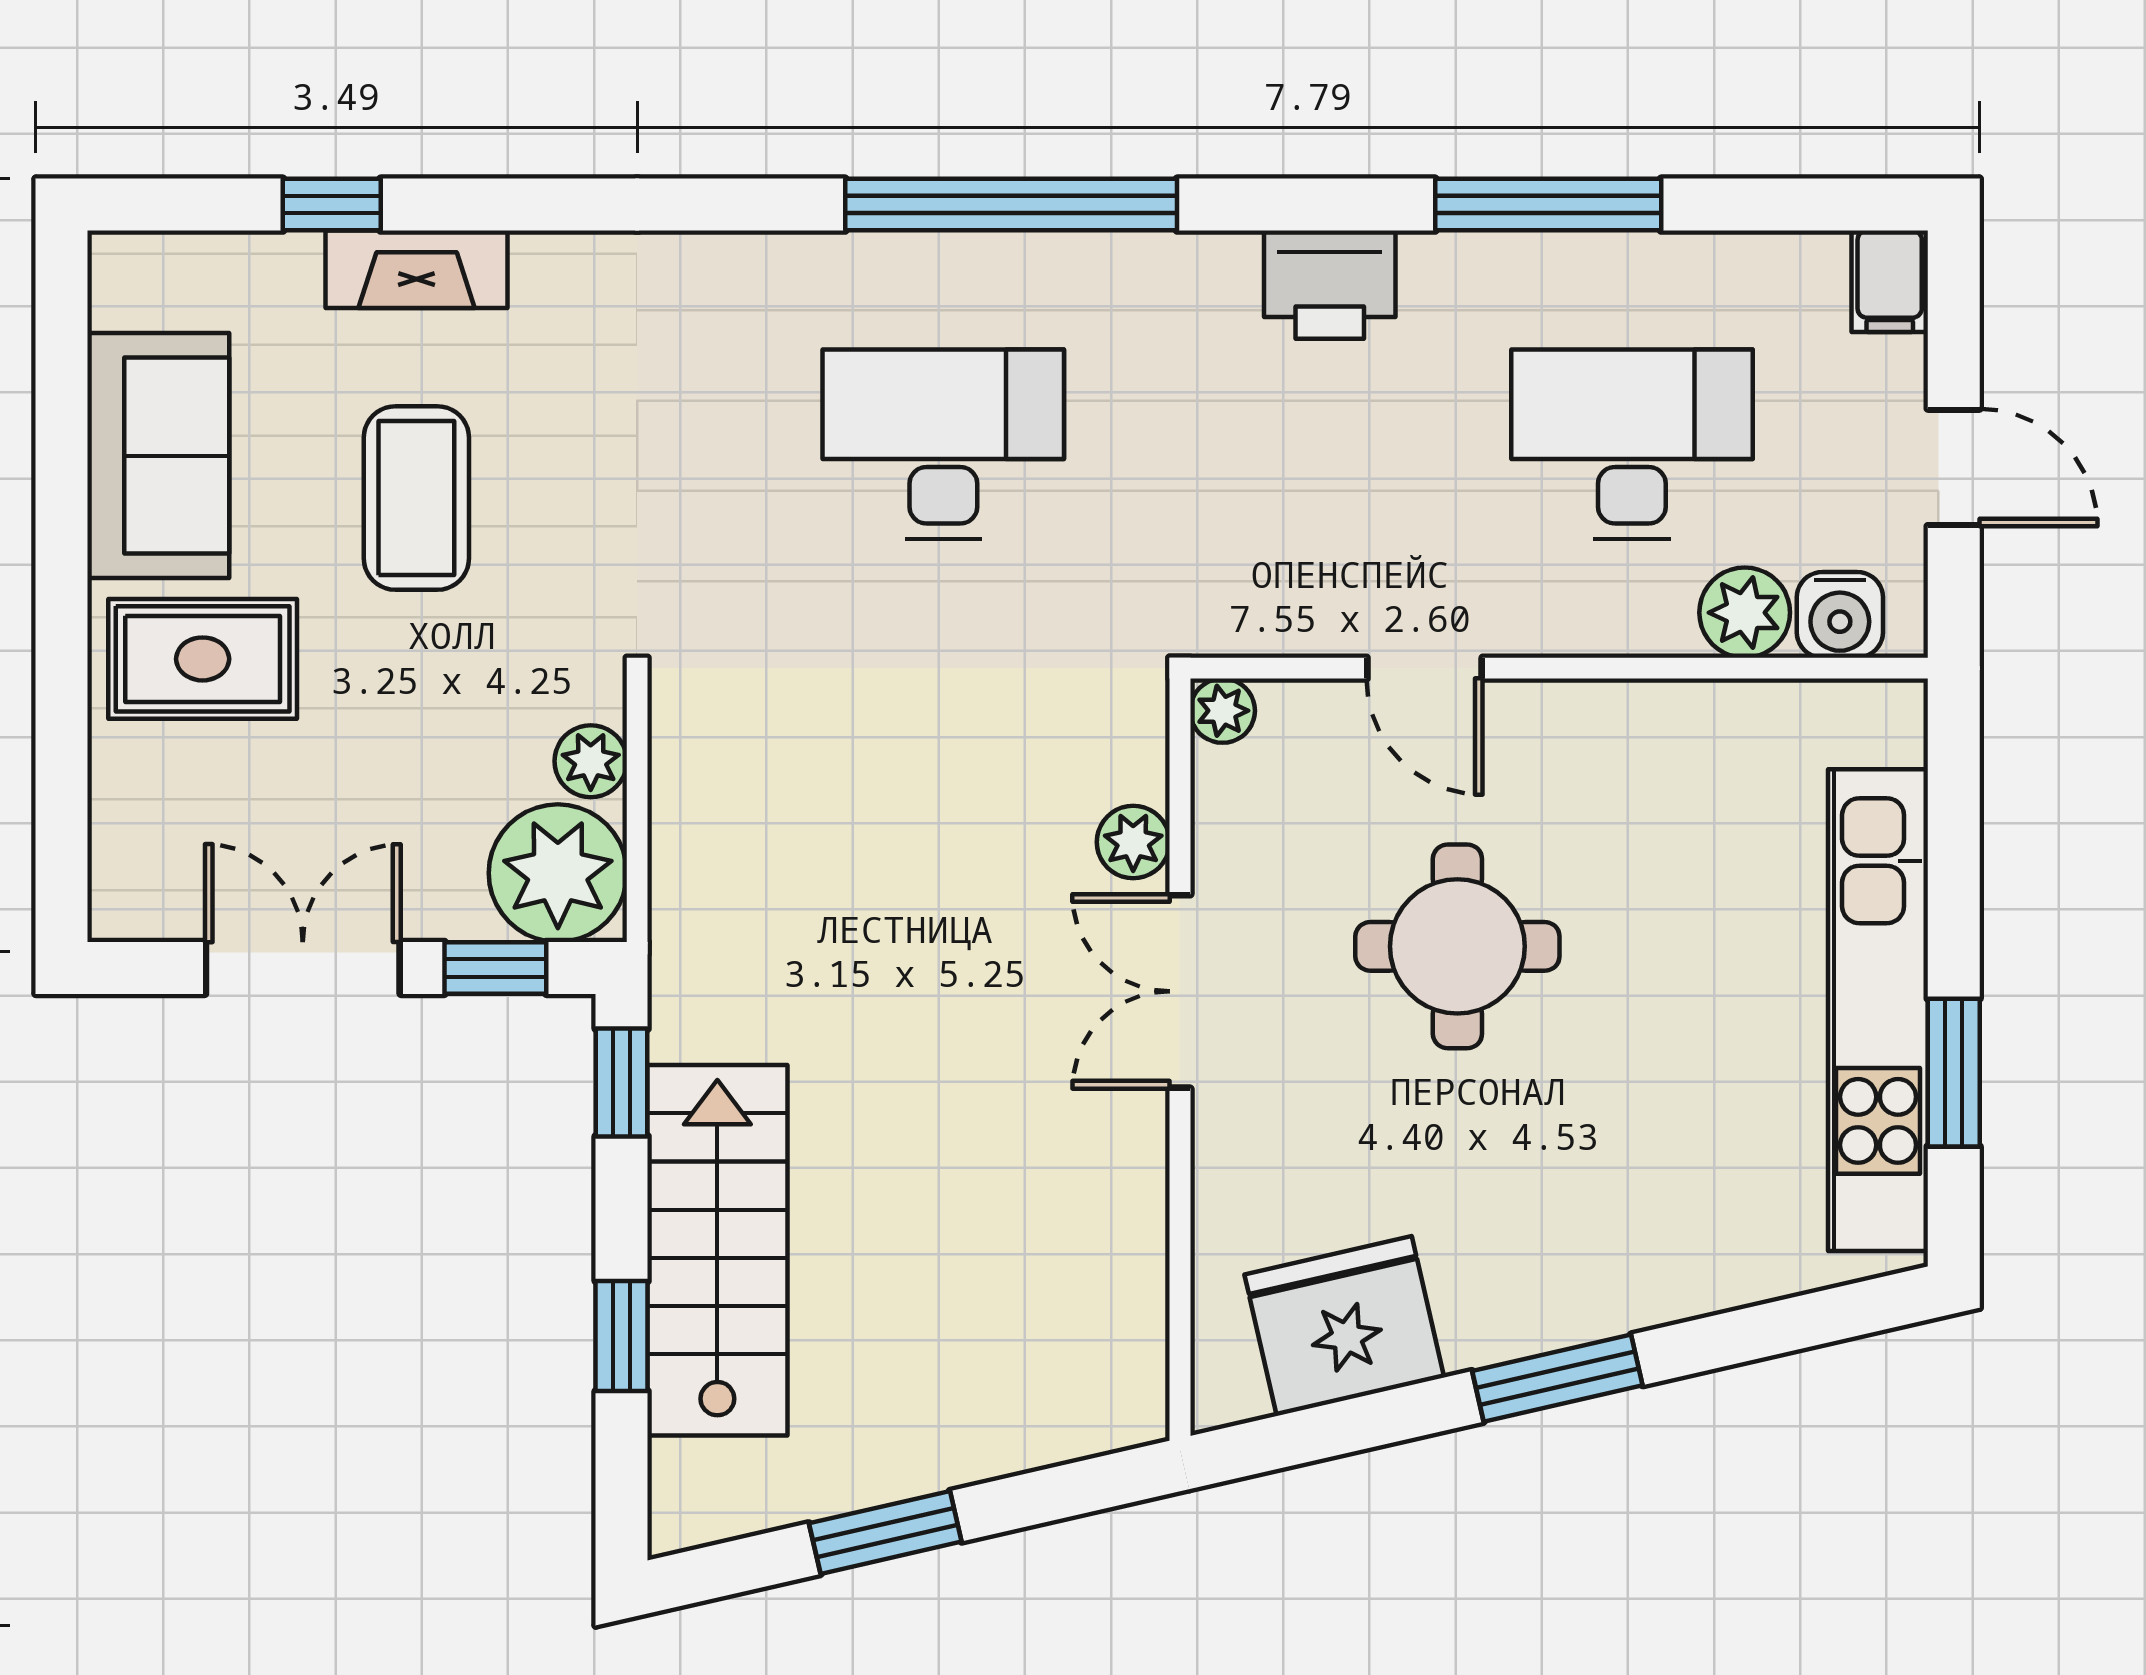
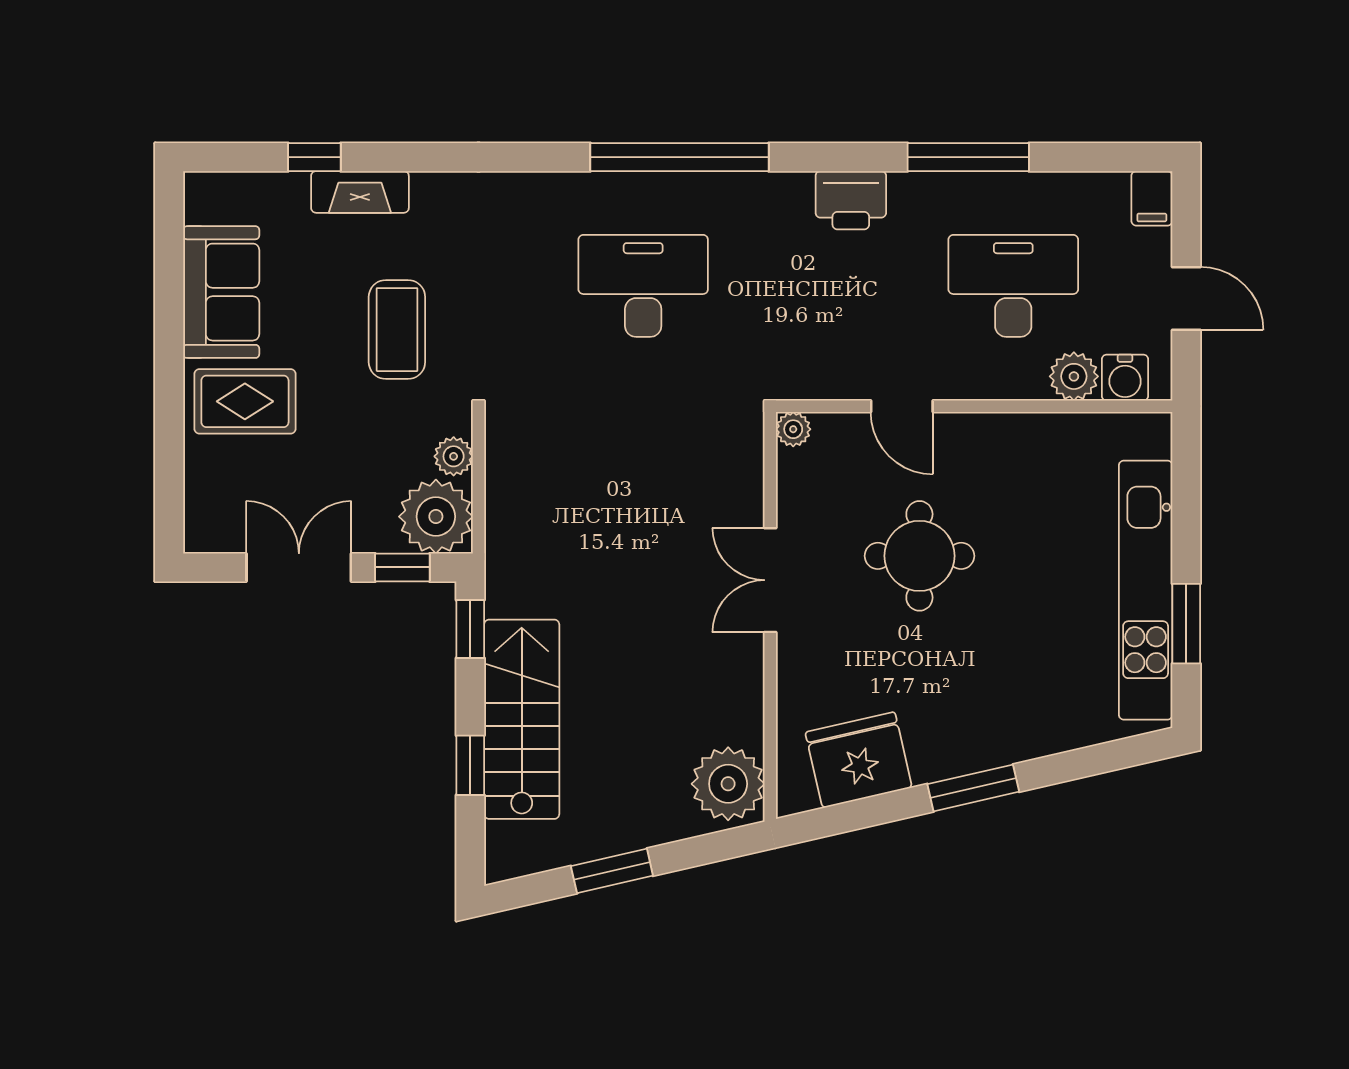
coffee table: (416, 498) -> (397, 330), moved
plant: (1133, 842) -> (728, 784), moved, width x1.87, depth x1.87

